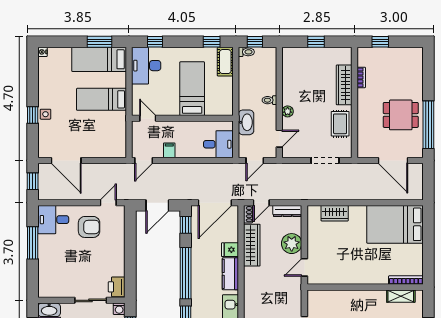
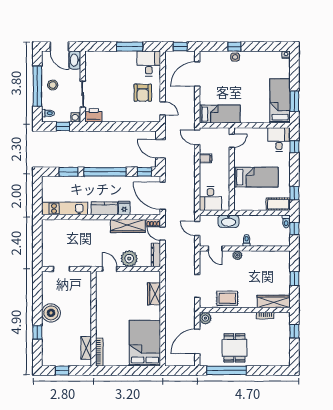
desk: (146, 66) -> (279, 139), width x0.73
wardrobe: (344, 85) -> (274, 301), moved
bed: (101, 99) -> (220, 114), moved, turned 90
plant: (364, 151) -> (205, 318), added

